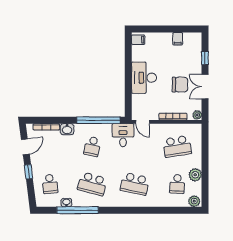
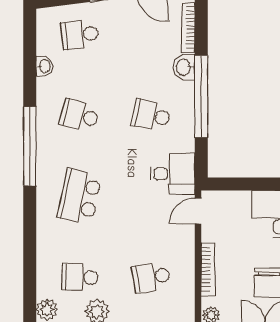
window: (98, 120) -> (201, 96), moved
school desk: (177, 146) -> (151, 277), width x0.54
school desk: (92, 184) -> (80, 115), width x0.54
window: (78, 210) -> (30, 146), moved

